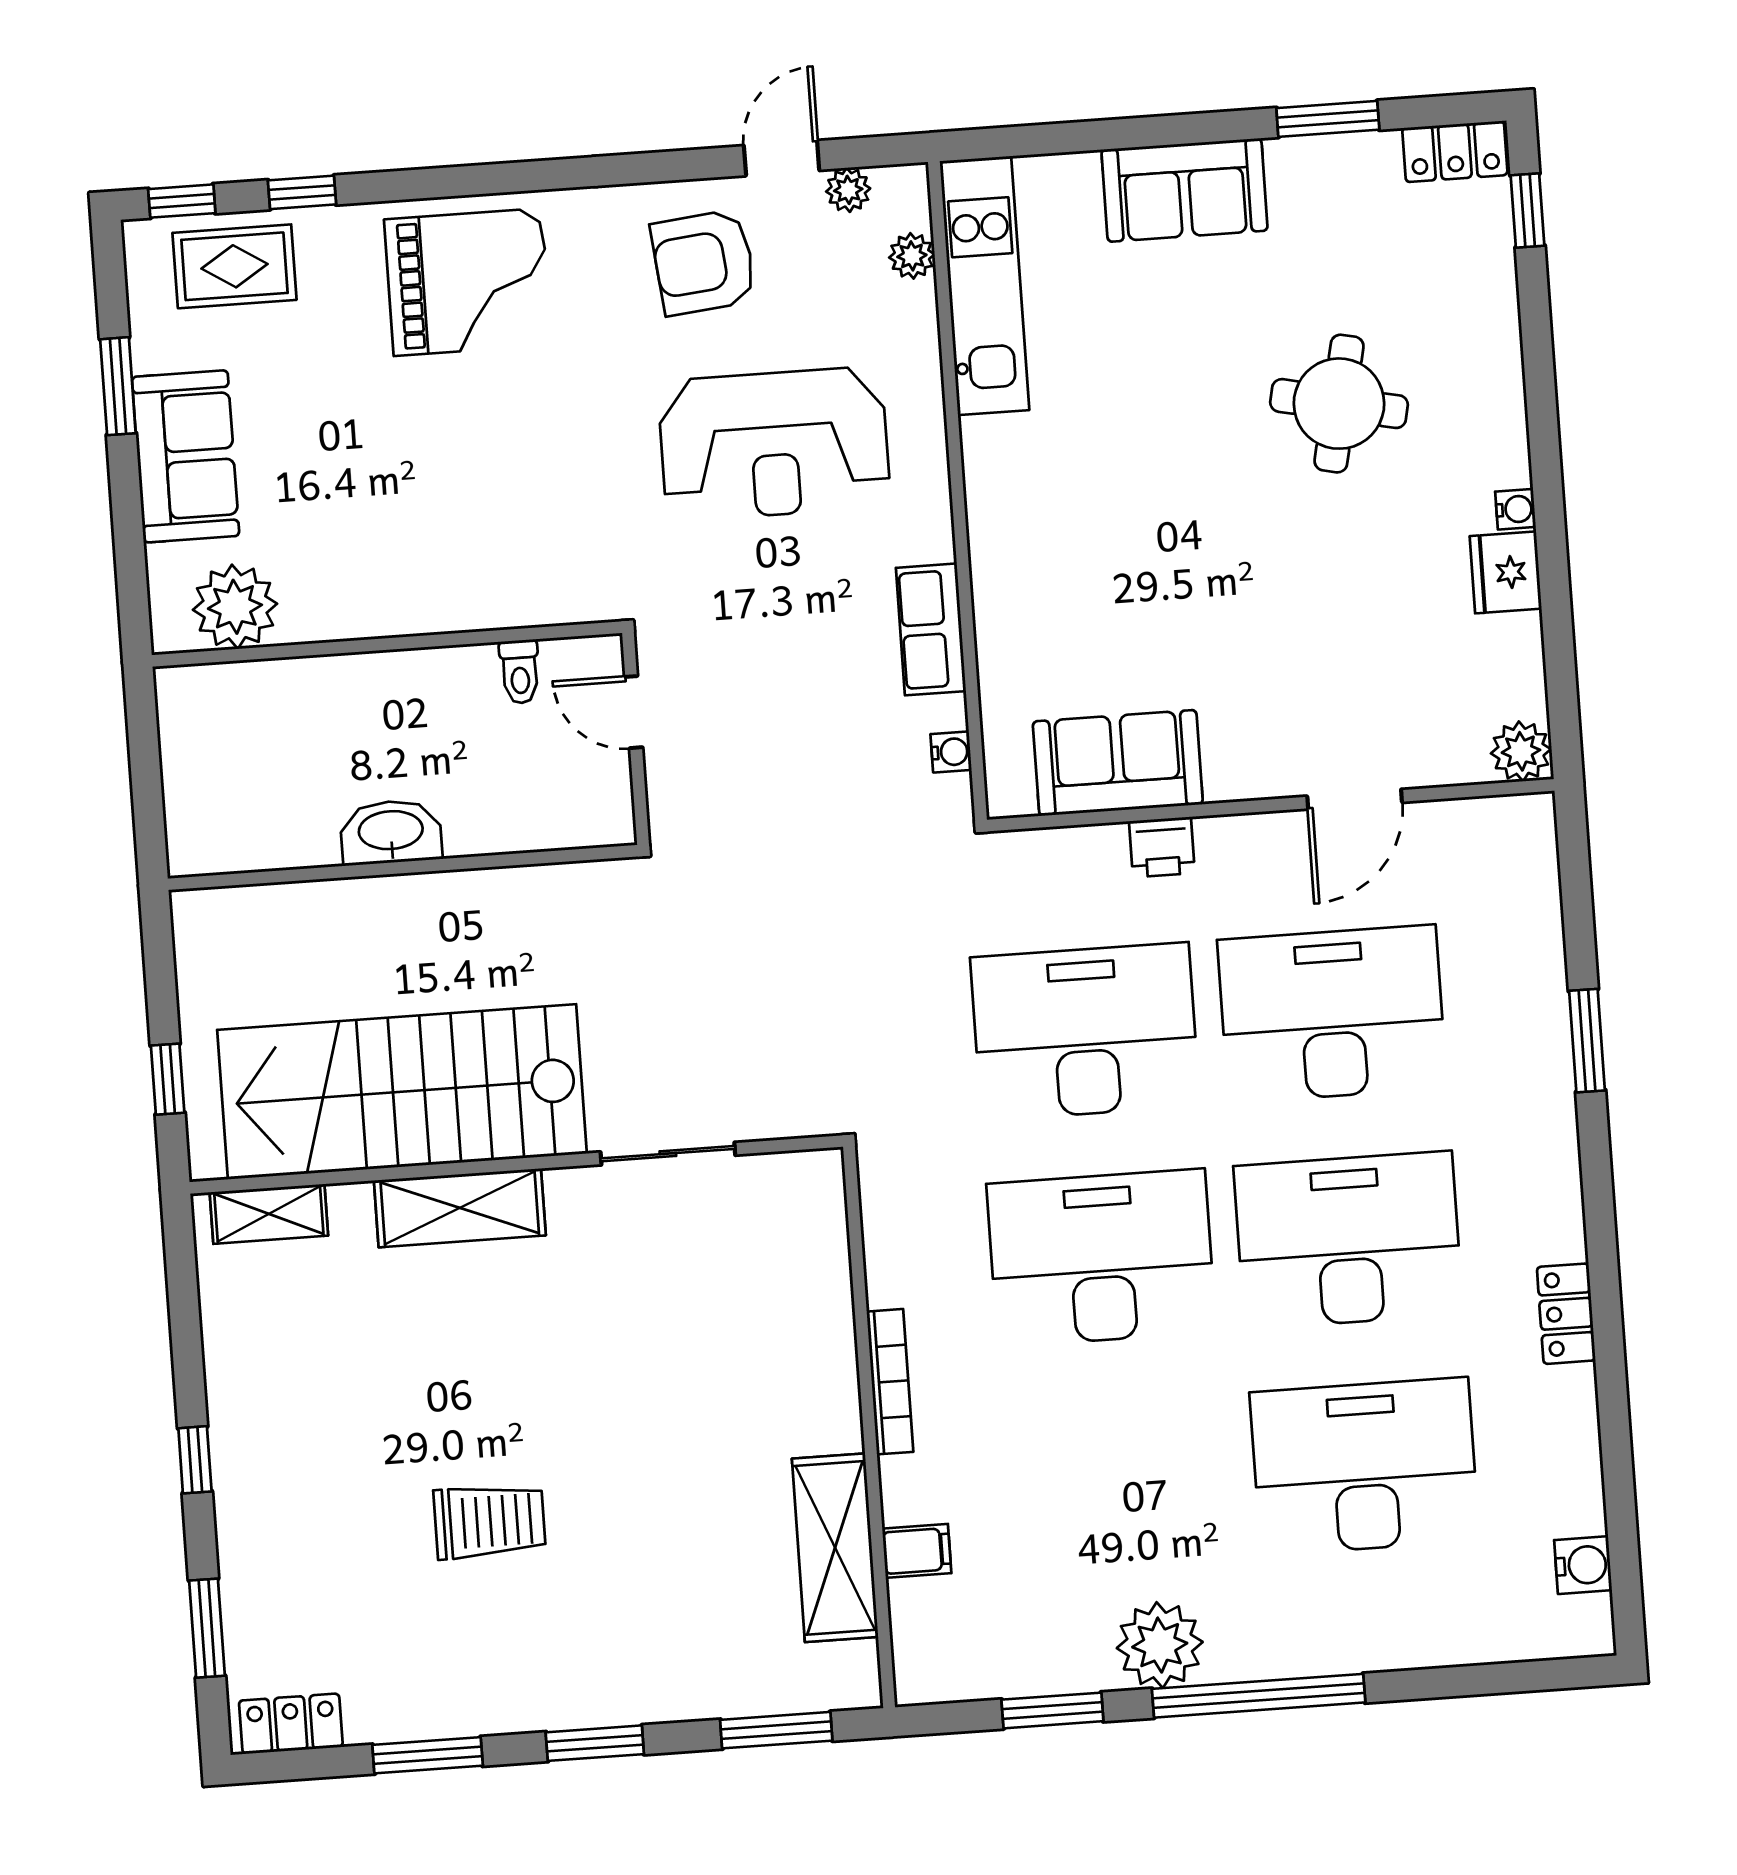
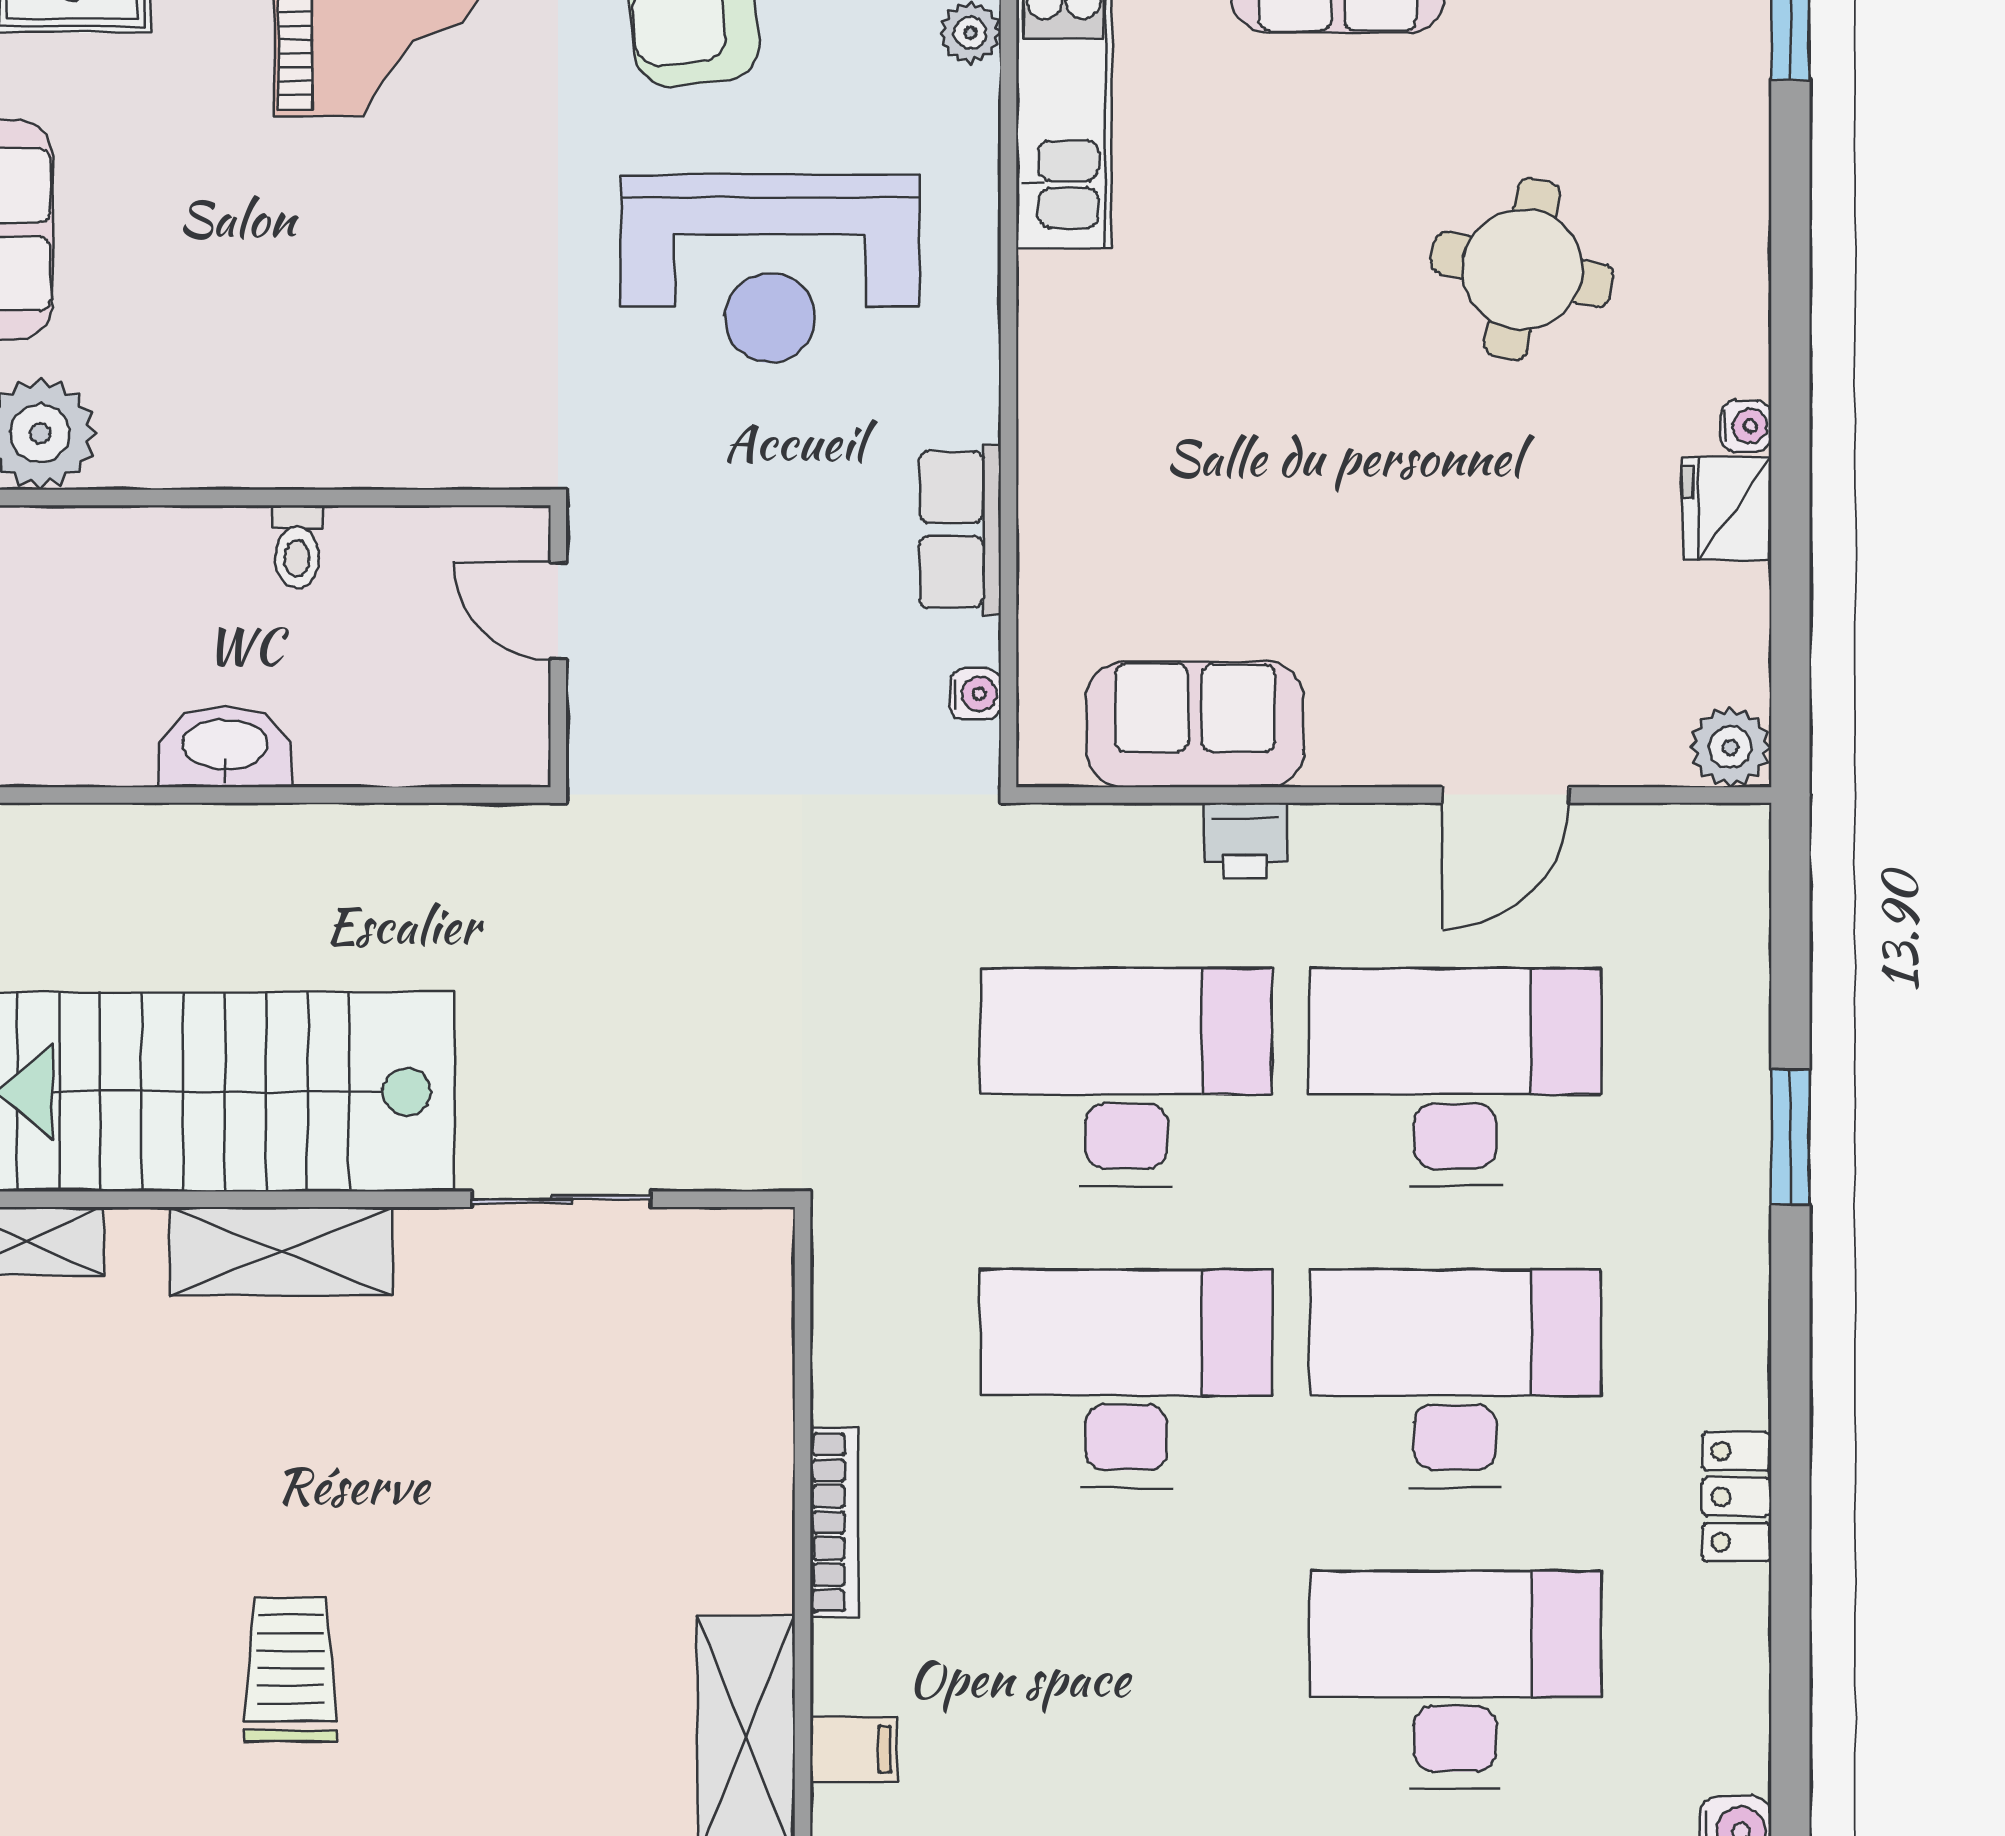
toilet: (520, 672) -> (297, 547), moved
trolley: (490, 1521) -> (291, 1669), turned -90

